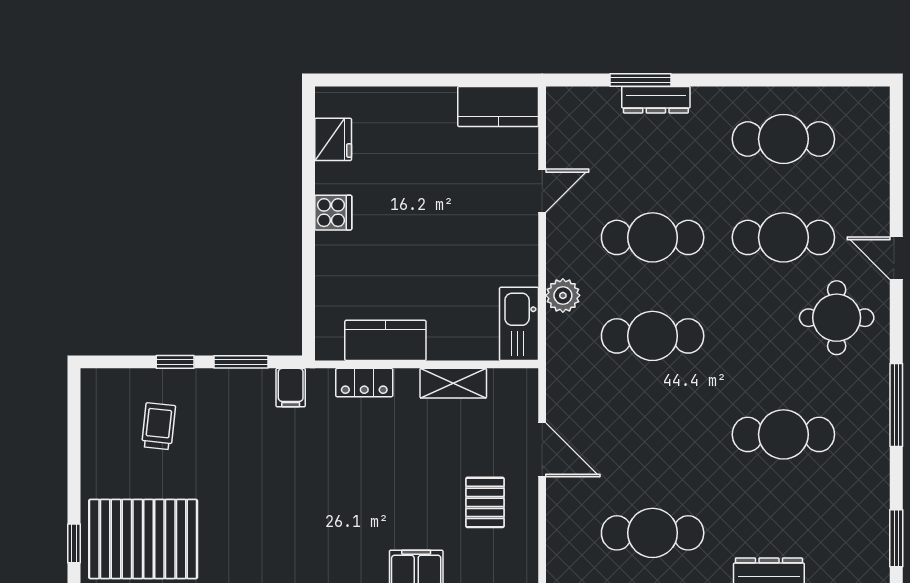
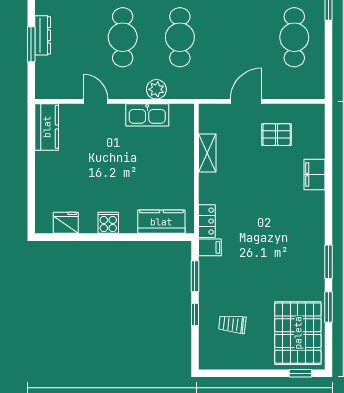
kitchen sink: (519, 324) -> (147, 115), moved
kitchen counter: (385, 340) -> (161, 222), moved, turned 90
locker: (364, 383) -> (207, 221), moved

